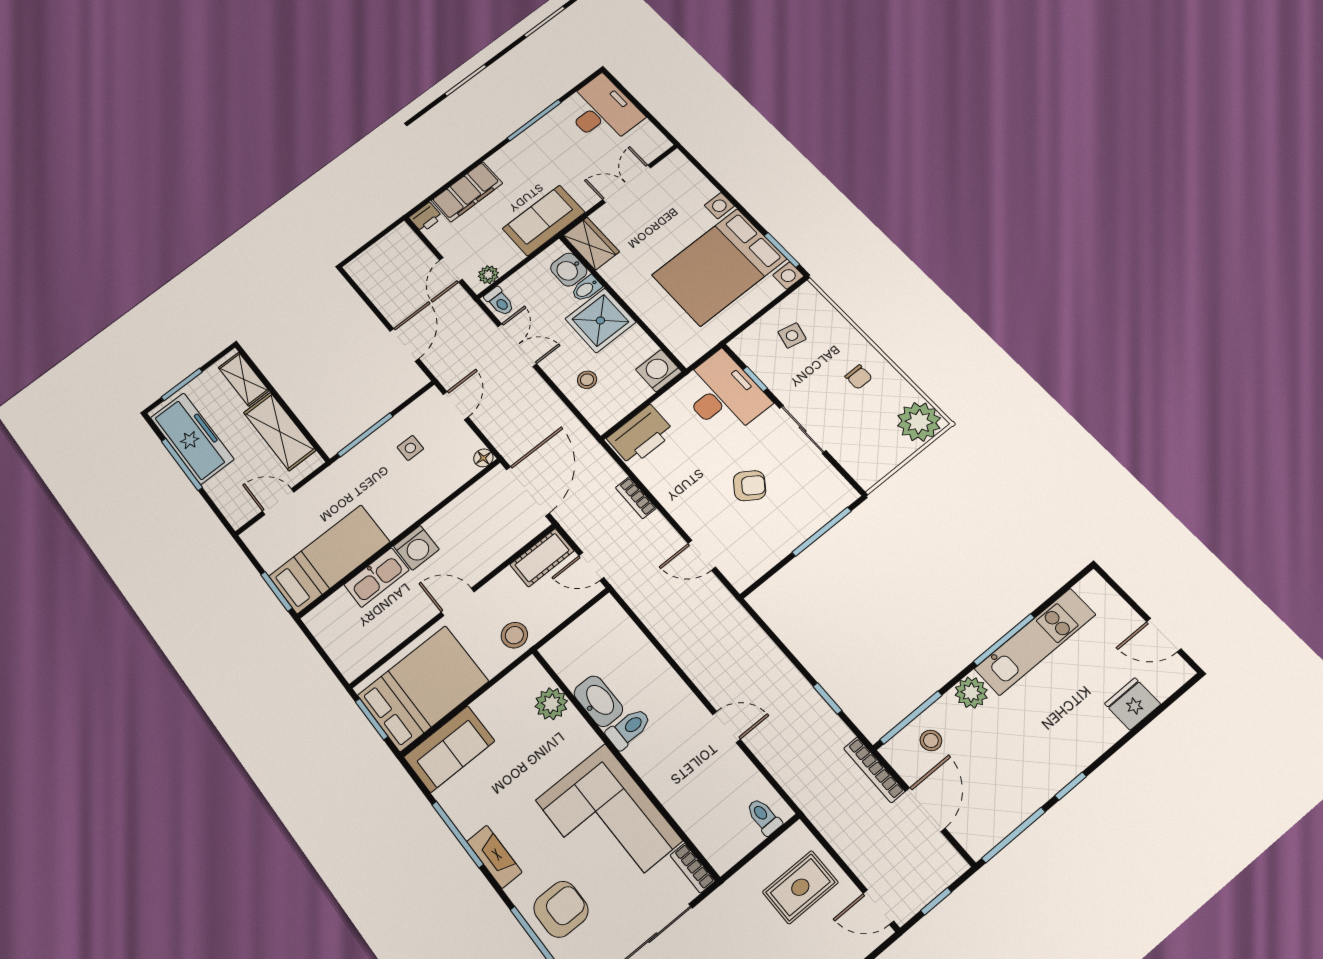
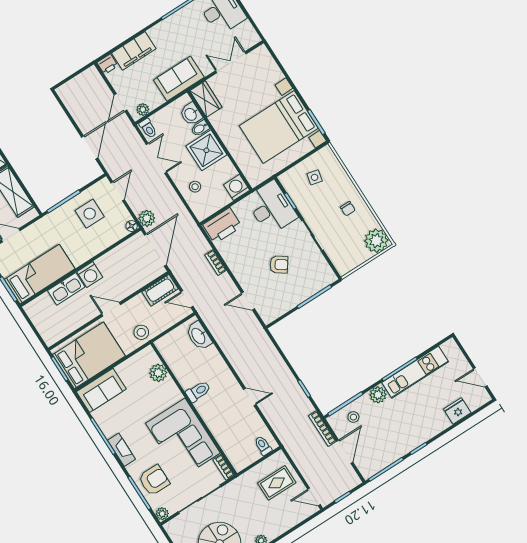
plant: (509, 442) -> (147, 218), added
side table: (410, 448) -> (90, 214), width x1.87, depth x1.87
washbasin: (598, 701) -> (199, 336), moved, turned 180

